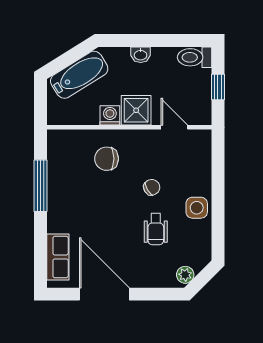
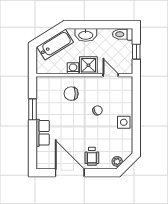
washbasin: (141, 55) -> (86, 35), width x1.91, depth x1.45
window: (40, 186) -> (32, 109), width x0.69
wheelchair: (156, 229) -> (92, 156), moved
row of seats: (58, 257) -> (43, 133), moved

